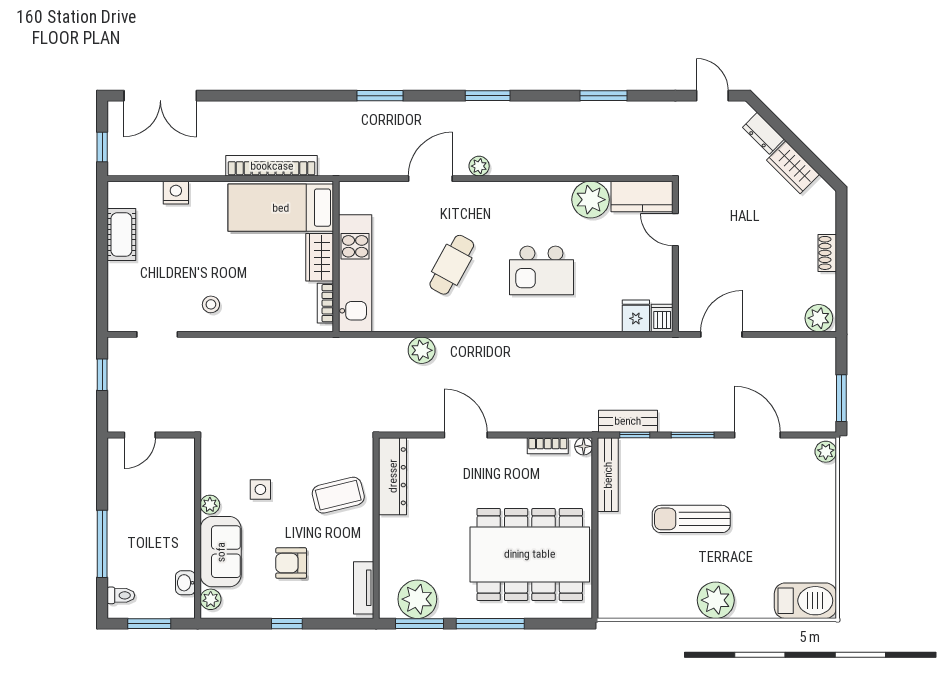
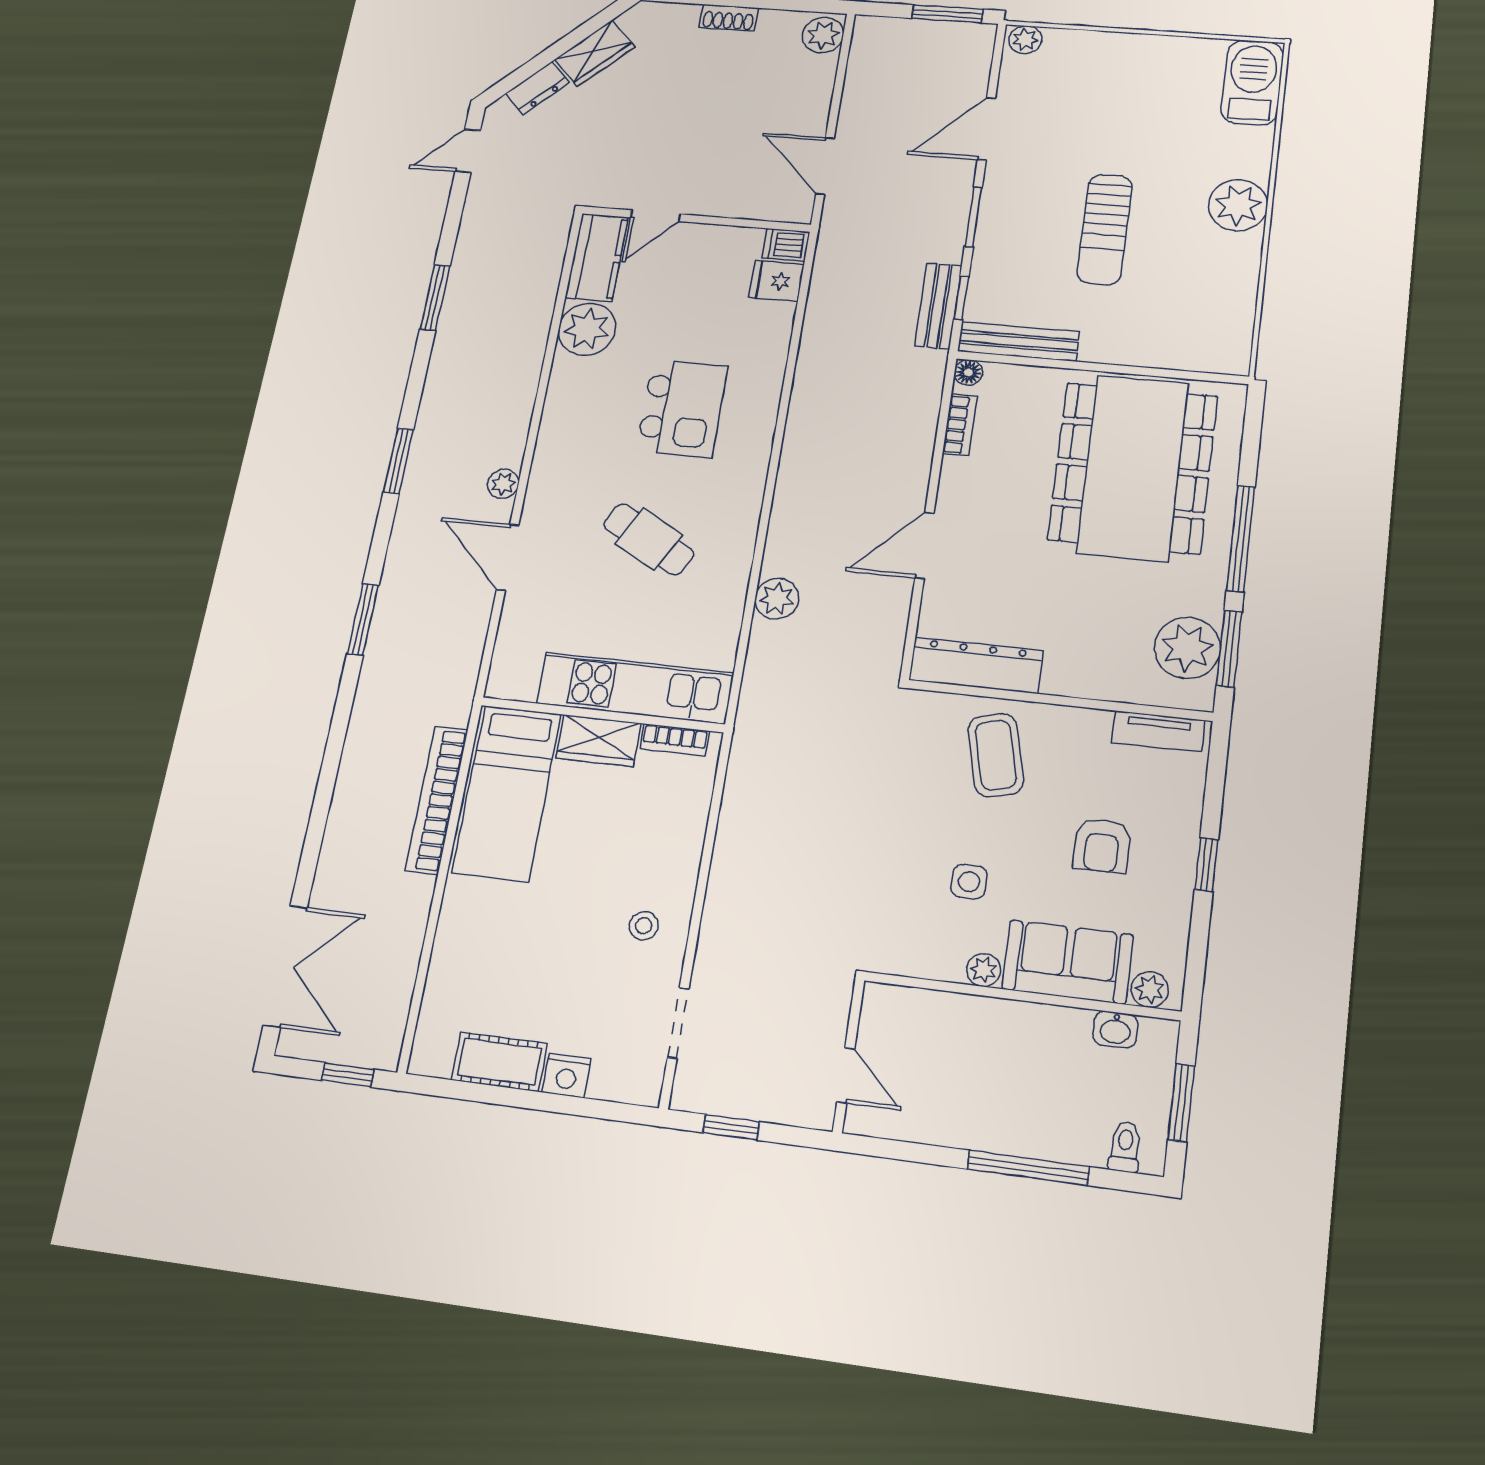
nightstand: (176, 193) -> (567, 1075), moved, turned -90

